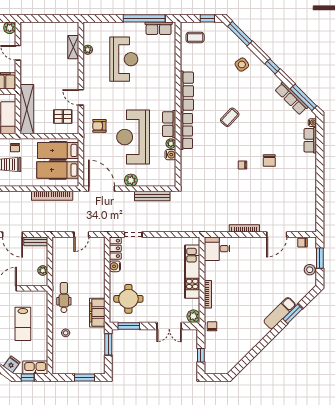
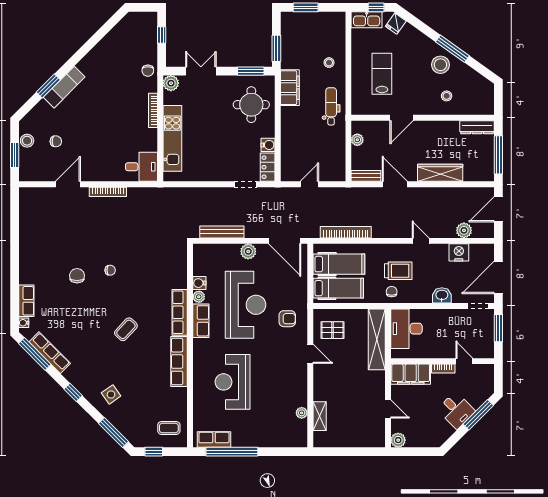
reception desk: (124, 59) -> (232, 382), moved
chair: (303, 243) -> (56, 141), moved
dental chair: (64, 297) -> (331, 106), turned 180

